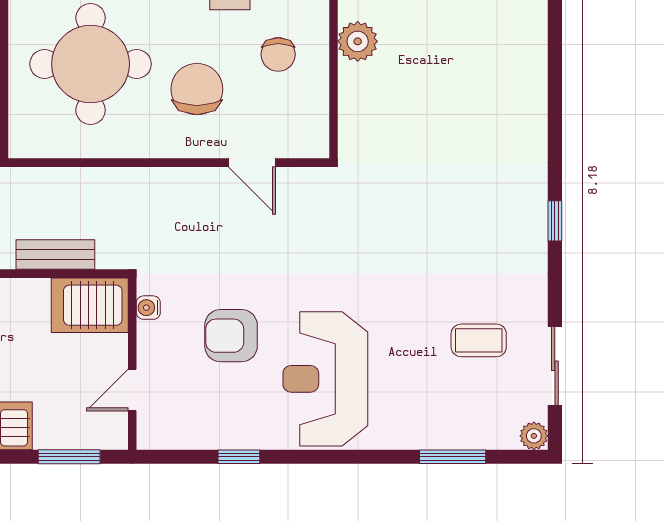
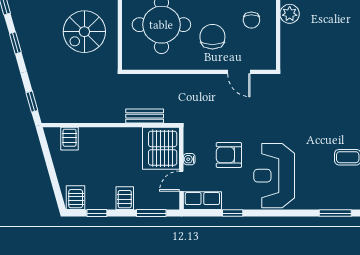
server rack: (90, 305) -> (161, 148), width x1.60
water cooler: (148, 308) -> (189, 159), moved
row of seats: (176, 431) -> (202, 201), added

